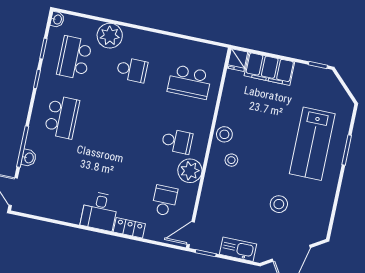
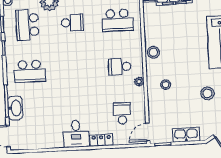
school desk: (62, 117) -> (30, 71), turned 90
school desk: (177, 141) -> (120, 67), turned 180
washbasin: (29, 158) -> (15, 108), width x1.91, depth x1.45
stool: (231, 160) -> (165, 85), moved
plant: (190, 171) -> (139, 82), width x0.53, depth x0.53

